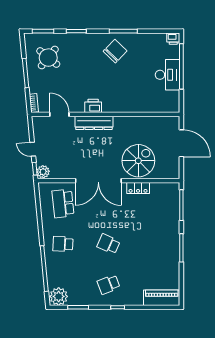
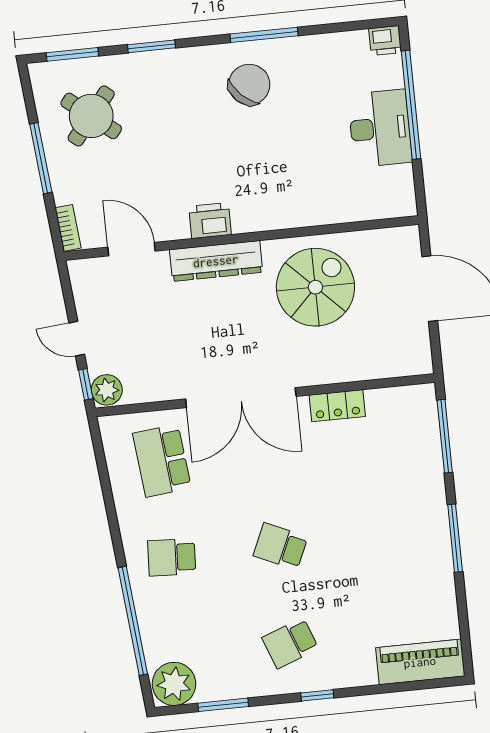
spiral stairs: (138, 161) -> (315, 287), moved

